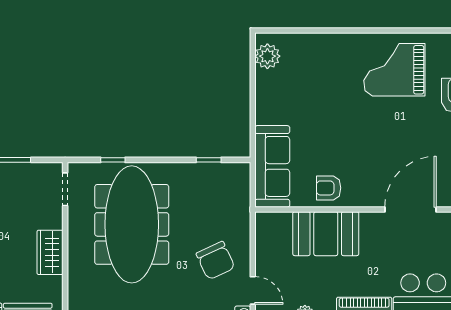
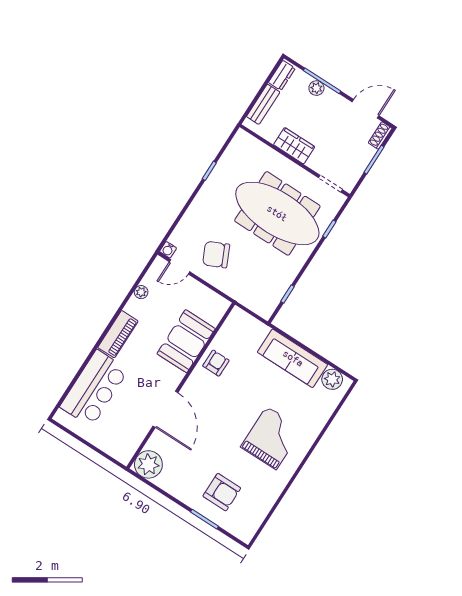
grand piano: (394, 70) -> (271, 438), moved
sofa: (272, 166) -> (293, 358), moved

